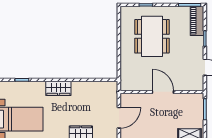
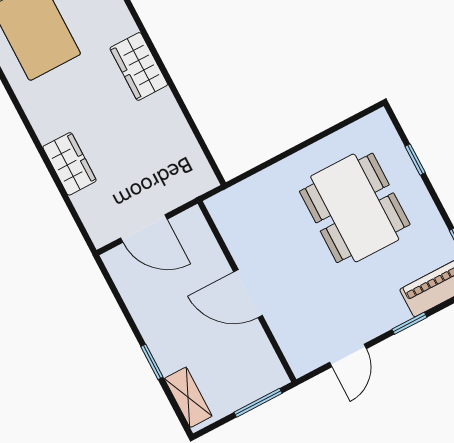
dining table: (152, 36) -> (355, 208), turned 90
door: (163, 92) -> (248, 294), swing flipped

